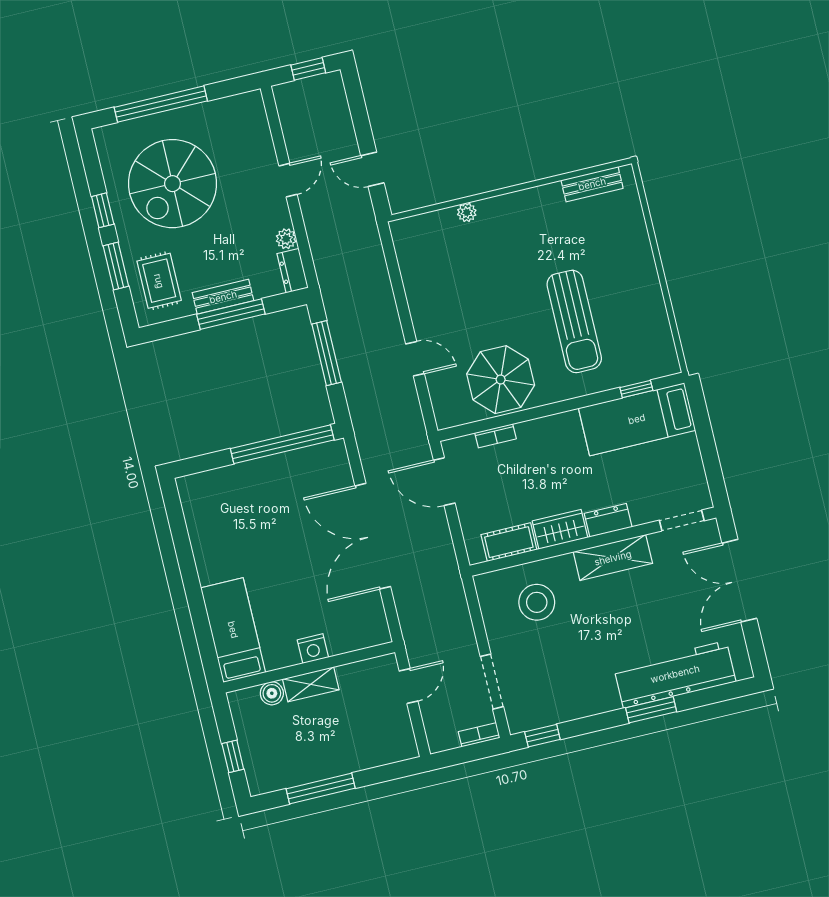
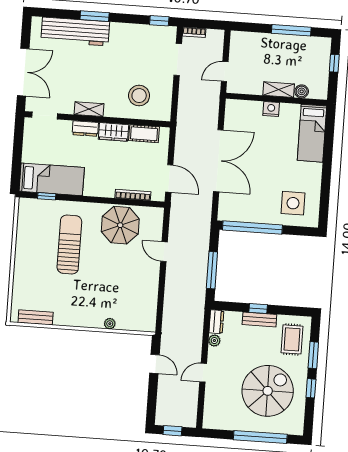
window: (231, 314) -> (258, 308), width x0.46
bookcase: (495, 436) -> (133, 195), width x1.56
side table: (228, 505) -> (293, 203), added
shelving: (613, 558) -> (89, 109), width x0.67, depth x0.75

